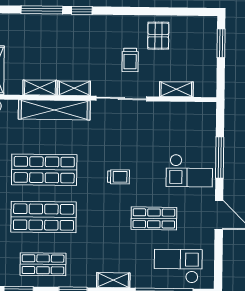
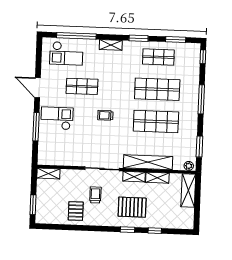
window: (42, 10) -> (155, 231), width x0.46
pallet: (76, 43) -> (132, 207), added
shelving: (176, 89) -> (48, 173), moved

